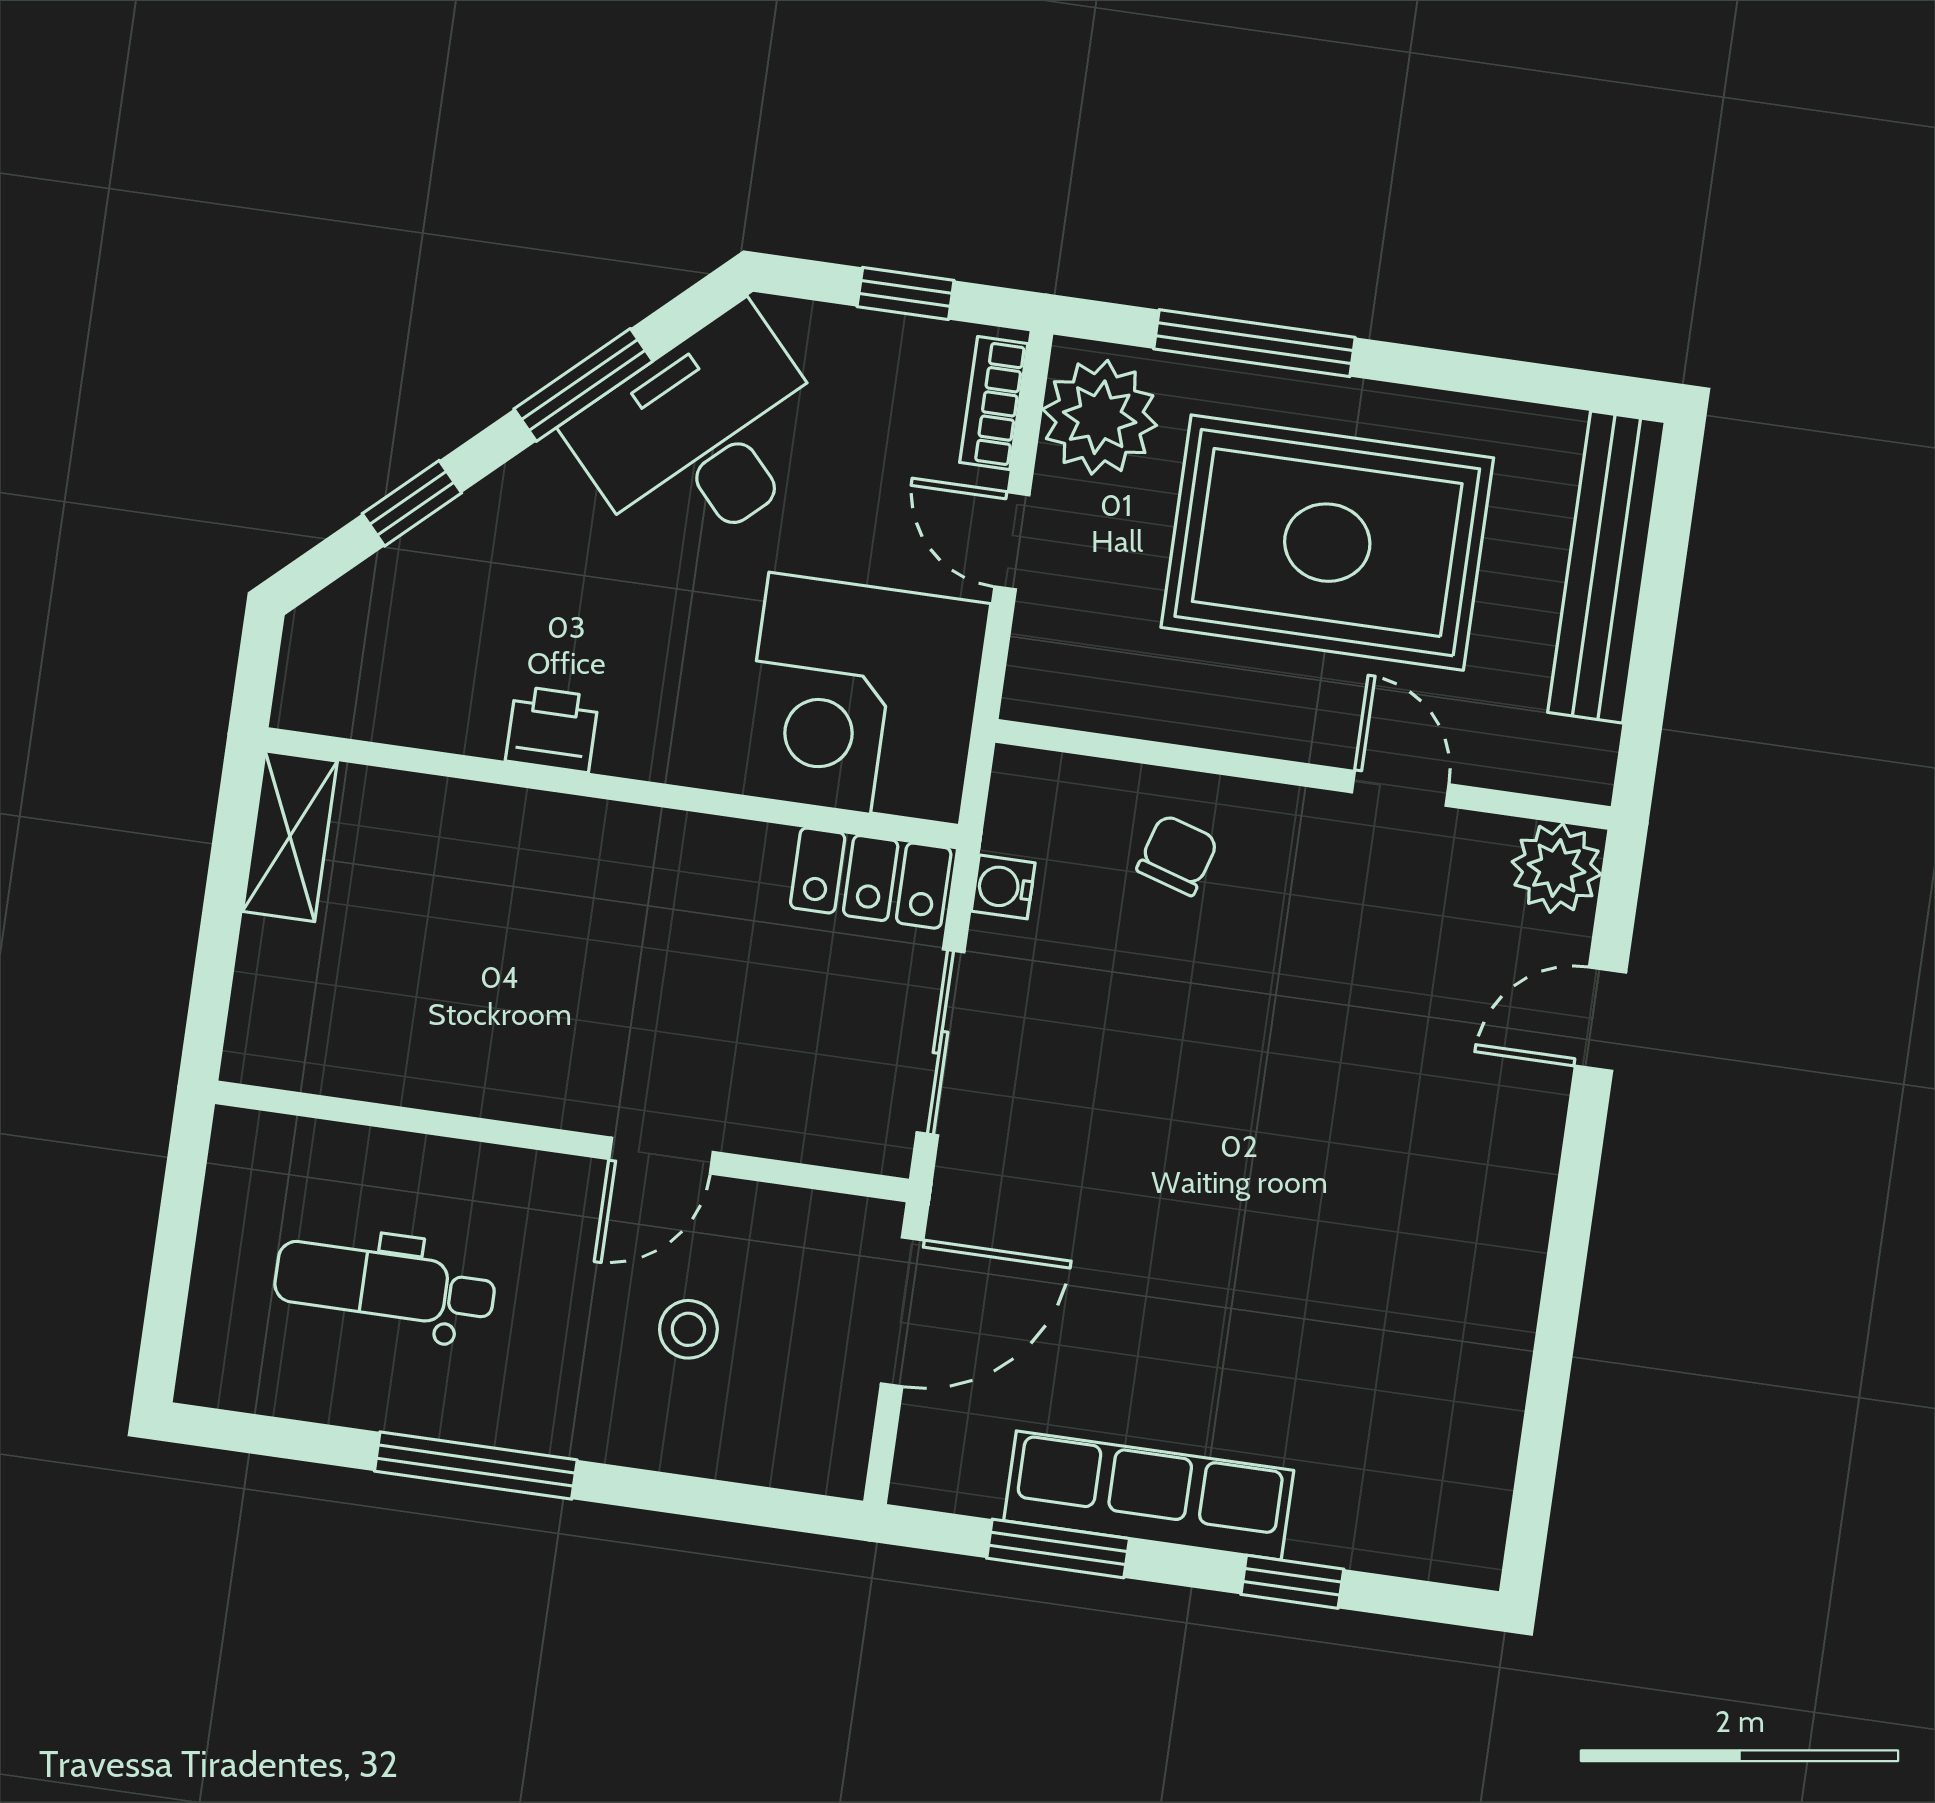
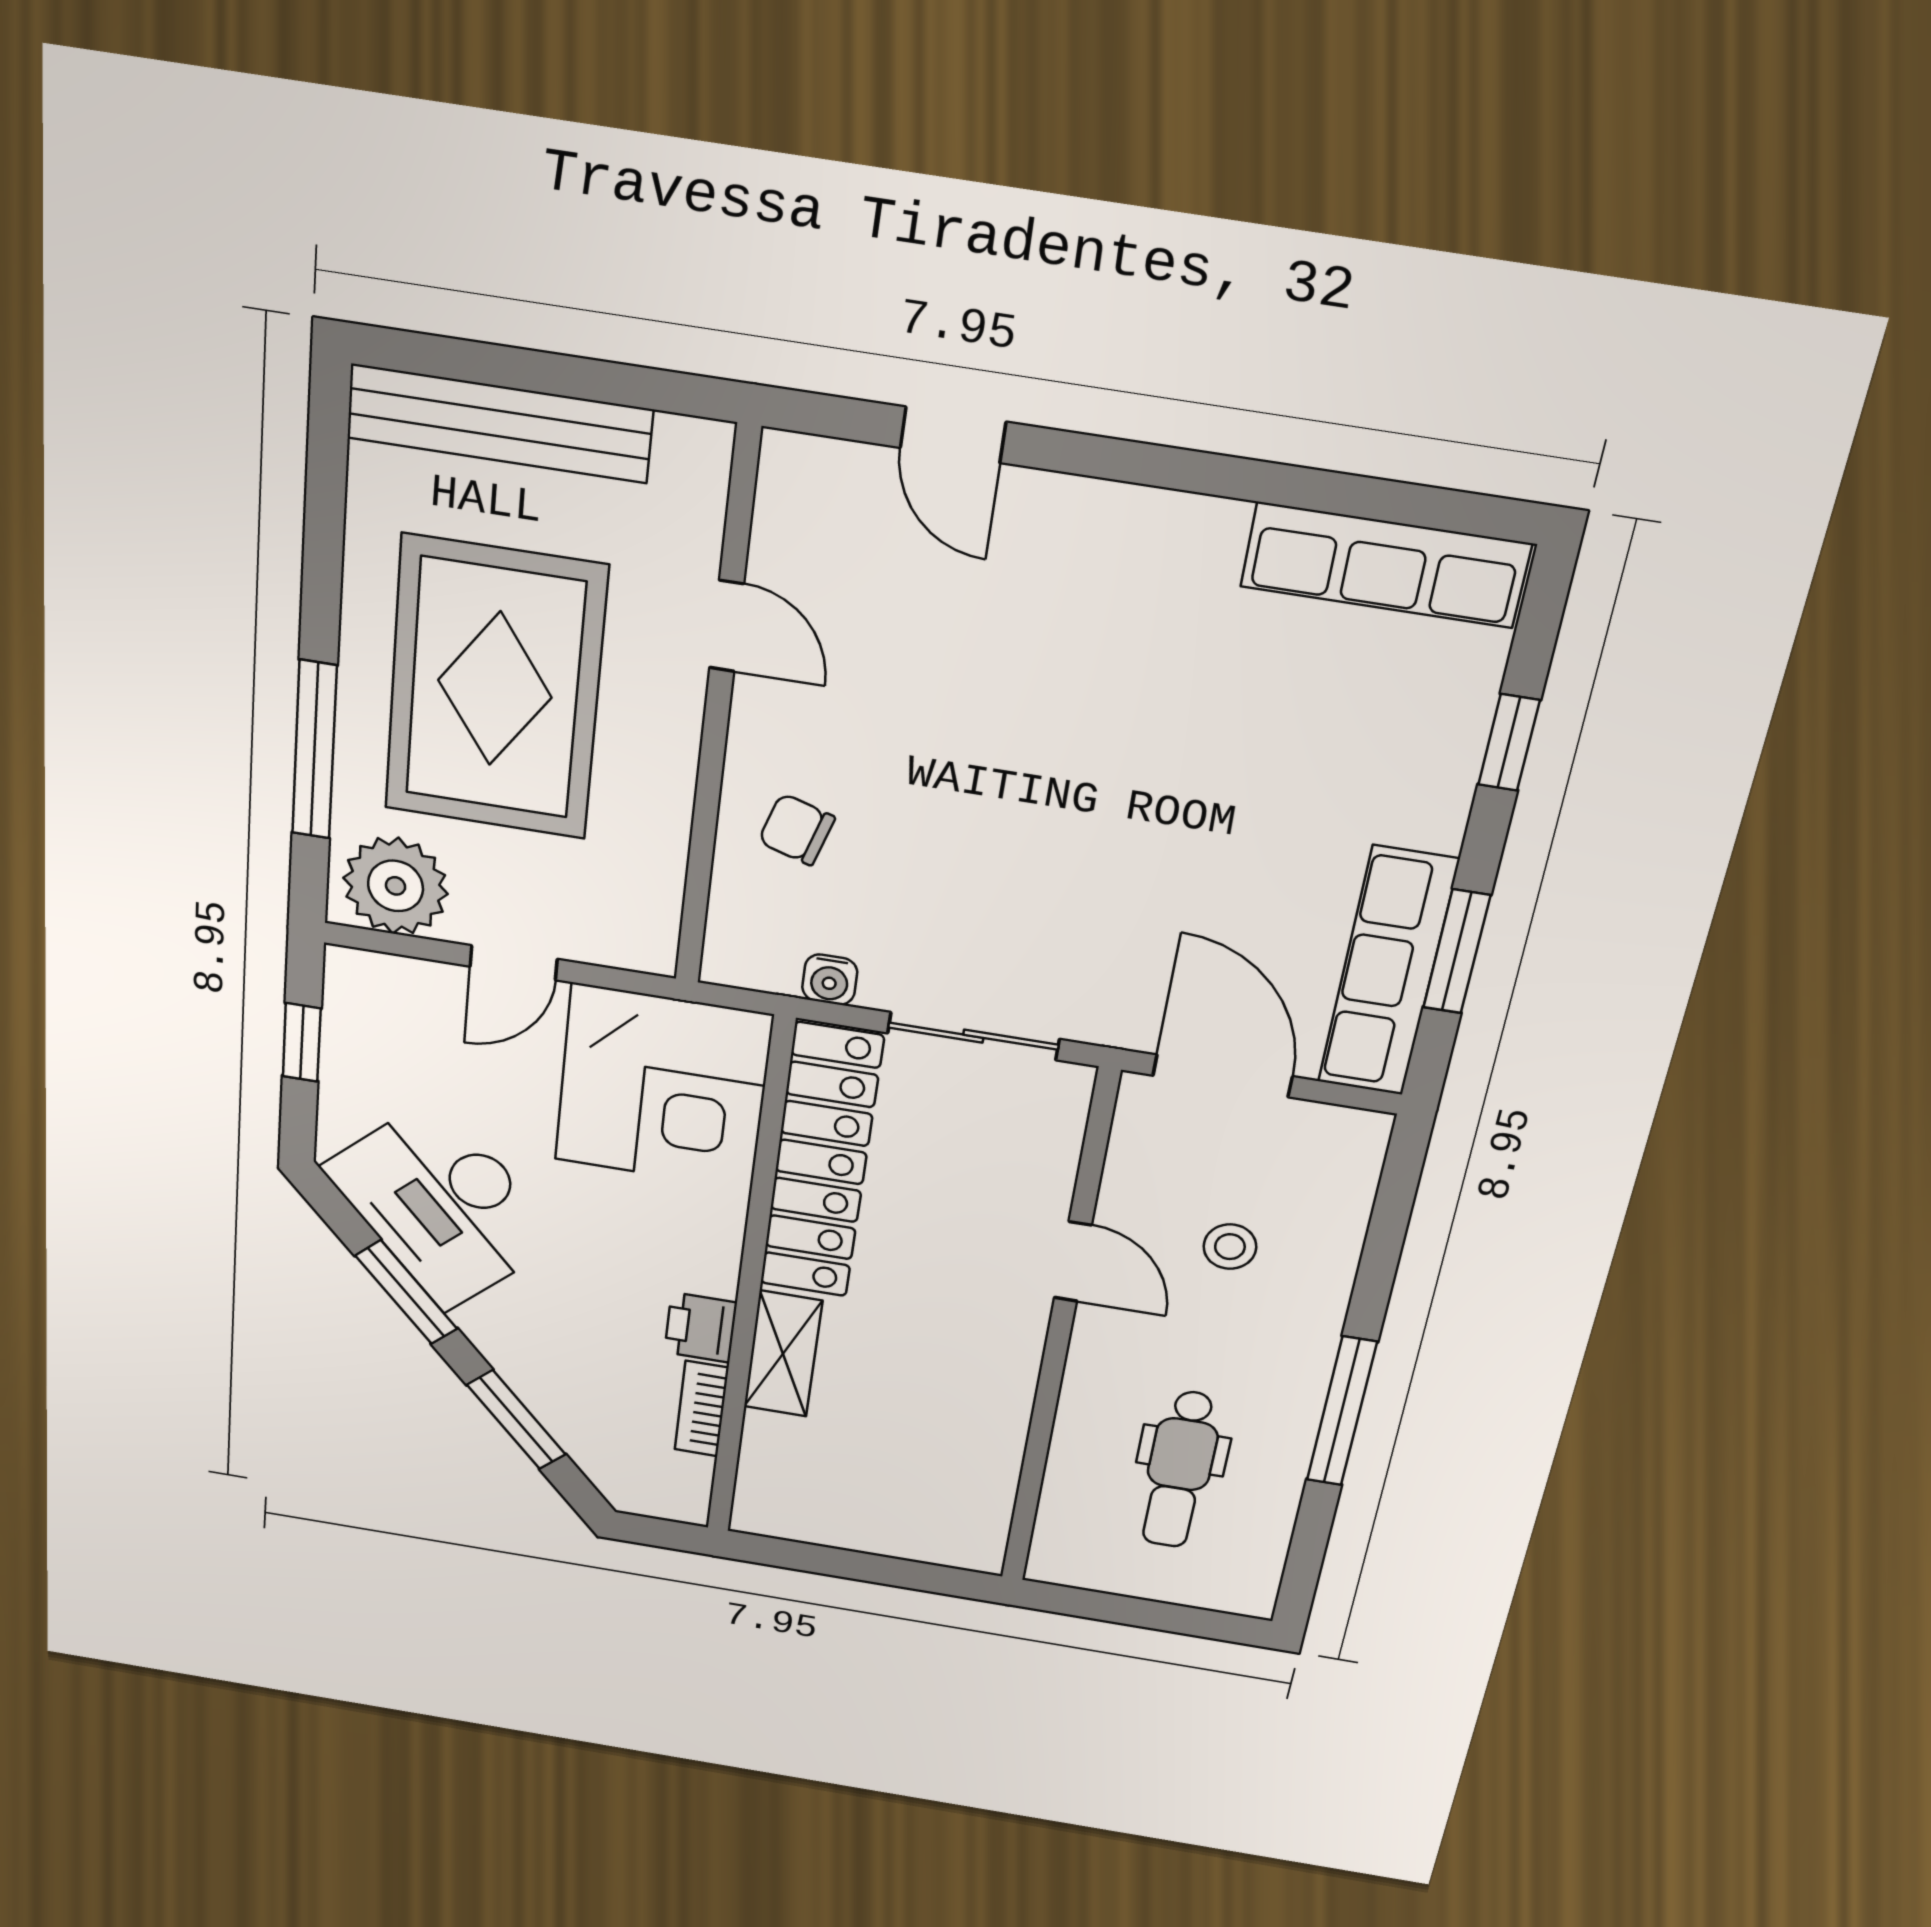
bookcase: (994, 403) -> (702, 1409), moved, turned 90
window: (412, 503) -> (516, 1420), width x1.50
door: (1400, 788) -> (727, 626), swing flipped
shelving: (290, 836) -> (783, 1354), moved, turned 90
plant: (1556, 868) -> (801, 477), removed
locker: (871, 878) -> (821, 1162), width x2.16, depth x1.21
row of seats: (1475, 1446) -> (1385, 565), added
row of seats: (1149, 1495) -> (1388, 972), moved

